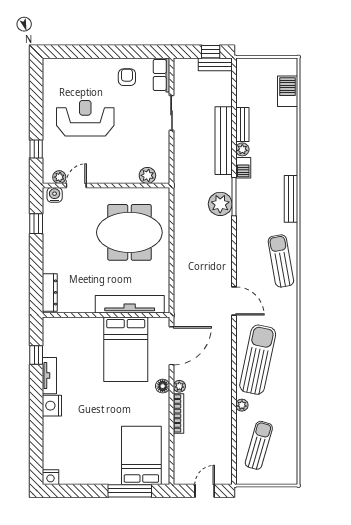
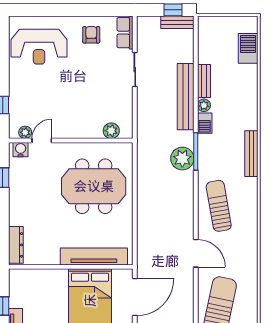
reception desk: (85, 118) -> (39, 47), moved, turned 180
sun lounger: (281, 261) -> (219, 206), moved

